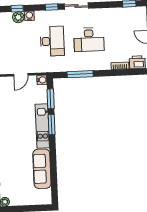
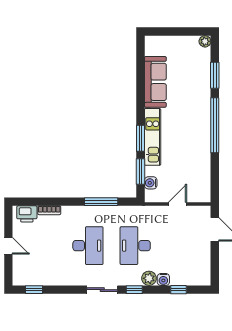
plant: (18, 17) -> (149, 278), moved
desk: (89, 40) -> (88, 246), turned 90
water cooler: (42, 80) -> (151, 183), moved

